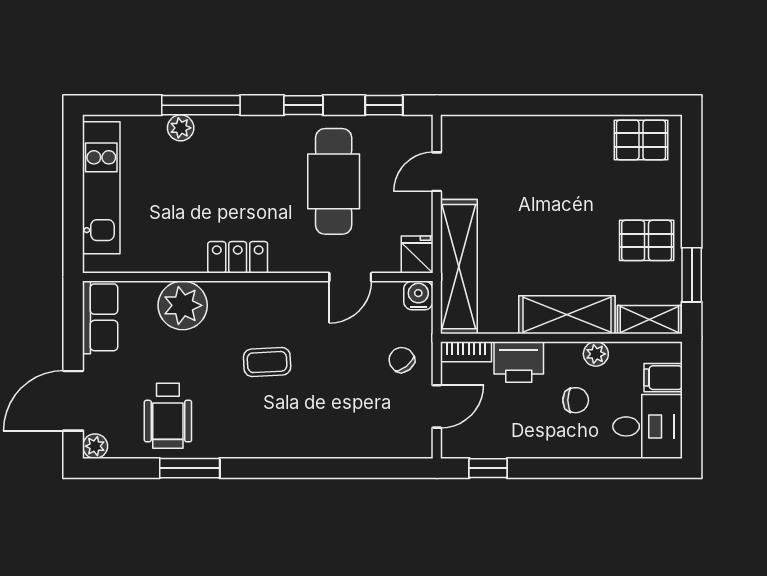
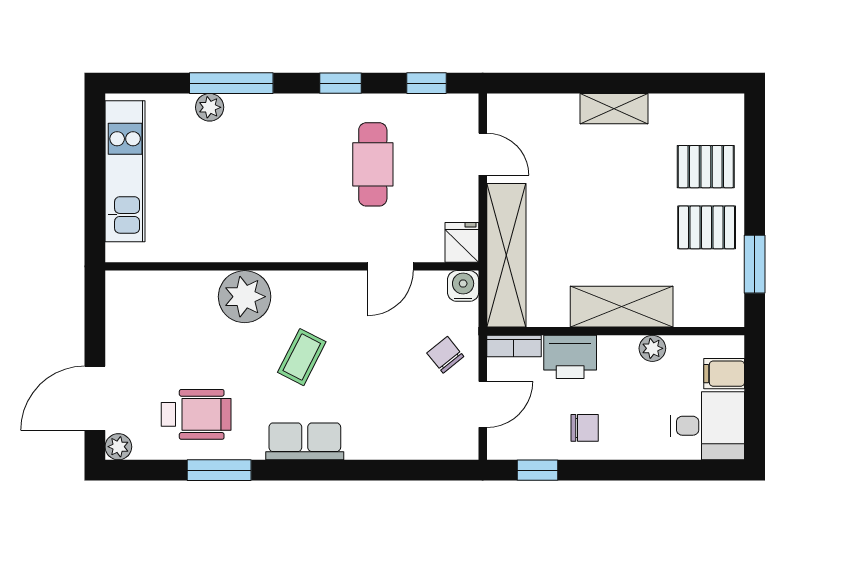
pallet: (641, 140) -> (706, 167), moved
door: (437, 172) -> (483, 154), swing flipped
cafe table: (334, 181) -> (373, 164), width x0.73, depth x0.74
locker: (238, 257) -> (270, 245), removed
plant: (183, 305) -> (245, 297), moved
row of seats: (100, 317) -> (305, 441), moved, turned -90
shelving: (649, 320) -> (614, 109), moved
coffee table: (267, 362) -> (302, 357), turned -60
chair: (576, 400) -> (585, 428), moved
wheelchair: (168, 416) -> (196, 414), turned -90

